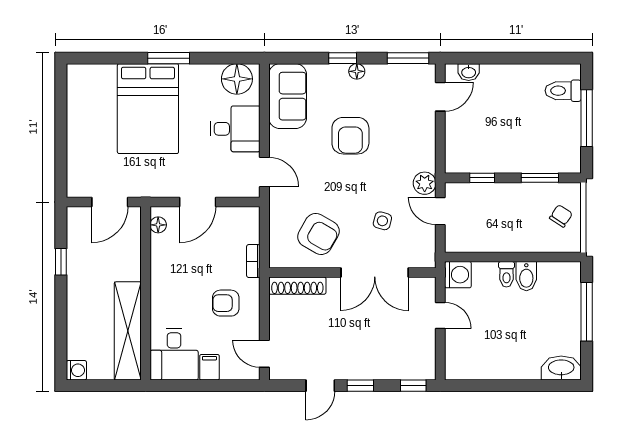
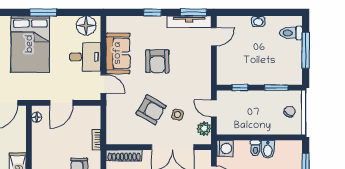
floor lamp: (357, 71) -> (161, 21), removed
washbasin: (469, 72) -> (258, 21), moved
tv unit: (401, 73) -> (189, 22), added
sofa: (288, 96) -> (118, 53), moved
plant: (425, 183) -> (204, 129), moved
armchair: (318, 234) -> (151, 110), moved

